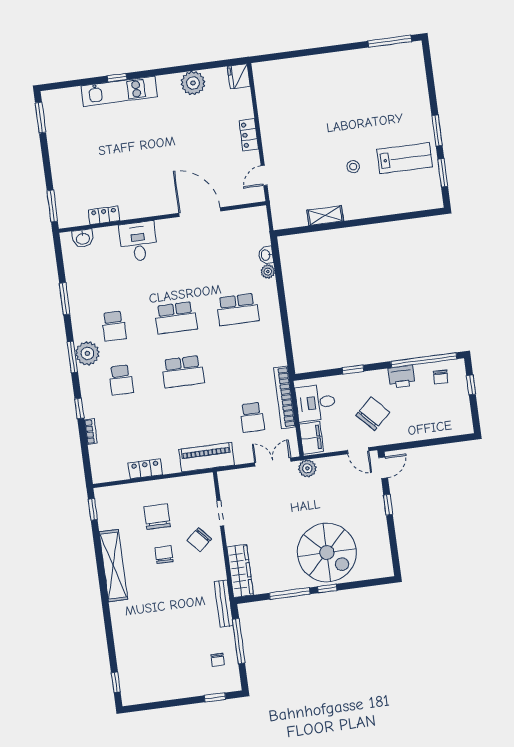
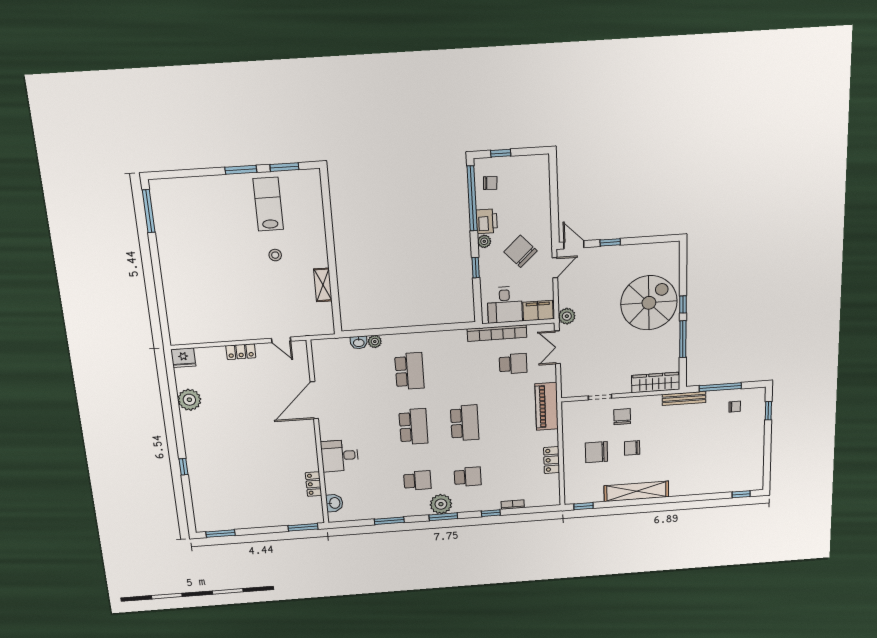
kitchen unit: (119, 91) -> (197, 465), removed
plant: (381, 376) -> (484, 241), added
chair: (199, 540) -> (622, 417), turned -139

